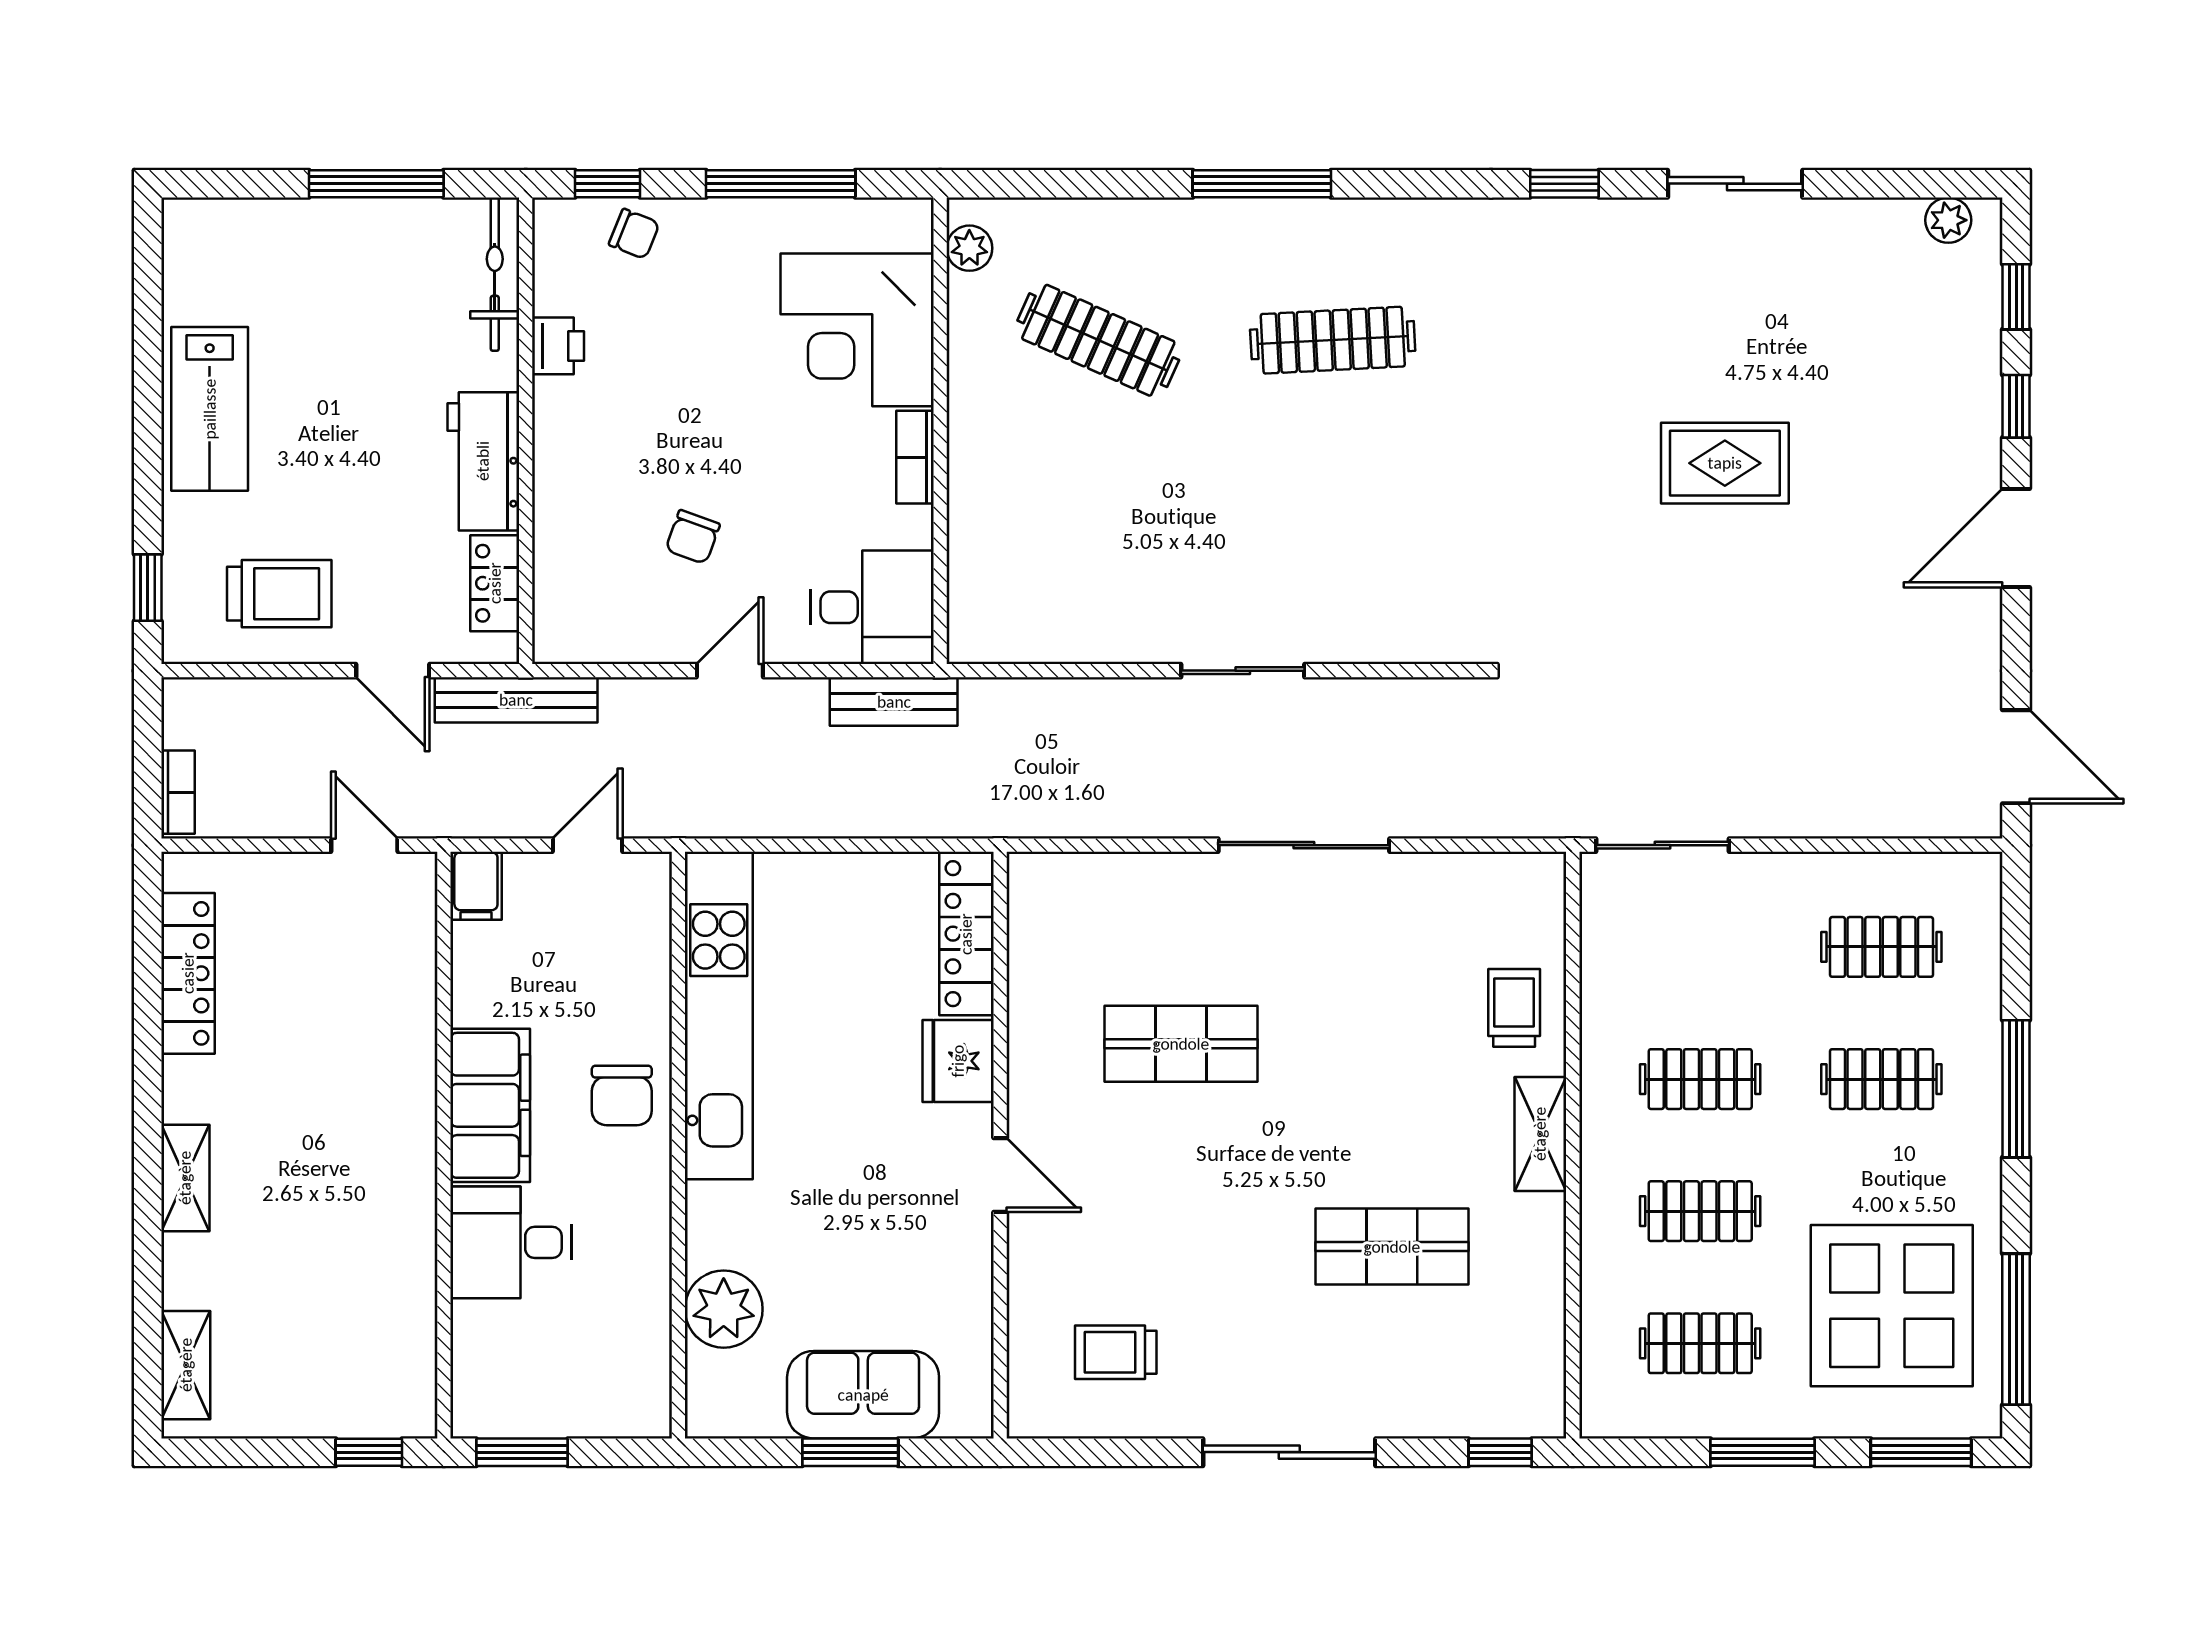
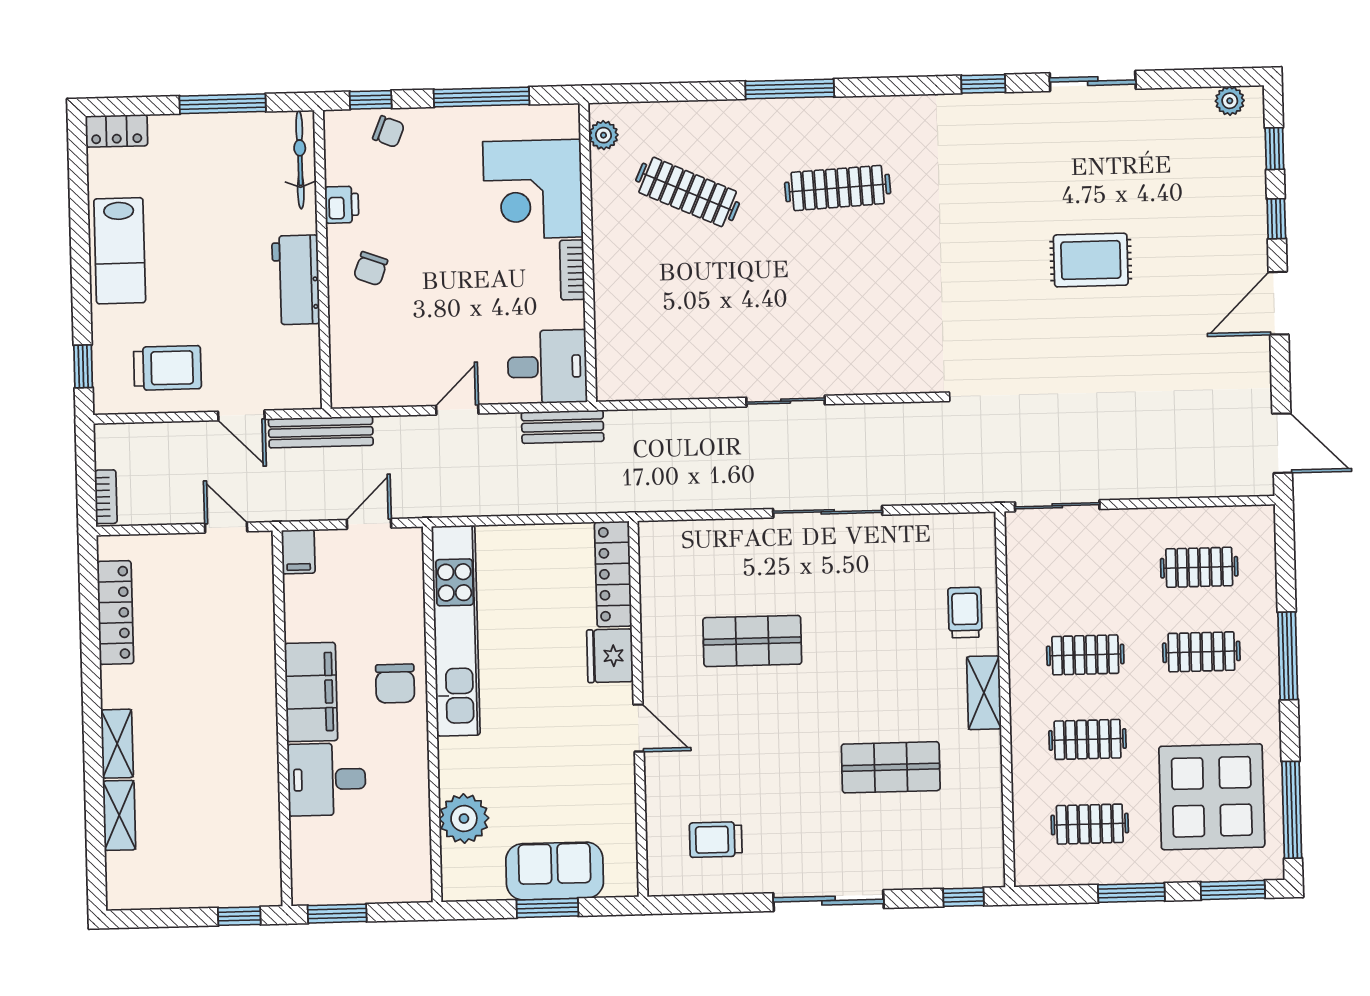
chair: (693, 537) -> (371, 269), moved
locker: (495, 583) -> (117, 131), moved, turned -90
shelving: (186, 1365) -> (119, 815), moved

